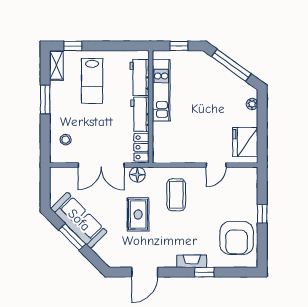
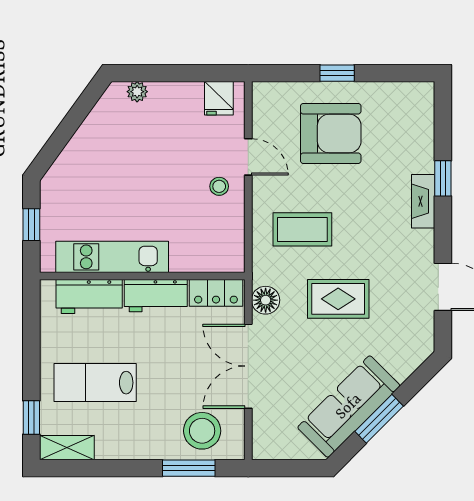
window: (231, 65) -> (67, 129), removed
lab bench: (92, 81) -> (95, 383), turned 180
window: (45, 100) -> (189, 468), moved
stool: (66, 140) -> (202, 431), width x1.89, depth x1.89
fridge: (245, 142) -> (219, 98), width x0.53, depth x0.75
stool: (200, 149) -> (219, 186), added
double door: (101, 165) -> (248, 366), swing flipped
armchair: (237, 238) -> (331, 133), moved

